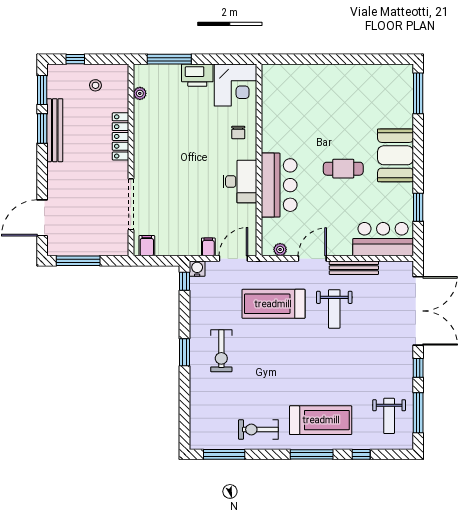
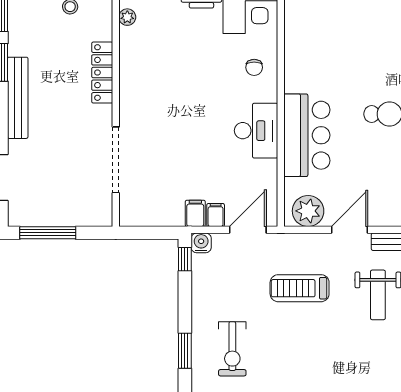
bench: (55, 130) -> (18, 98), moved
filing cabinet: (147, 246) -> (195, 213), moved
plant: (280, 250) -> (308, 211), width x1.88, depth x1.88
treadmill: (273, 304) -> (300, 288), width x0.73, depth x0.73

